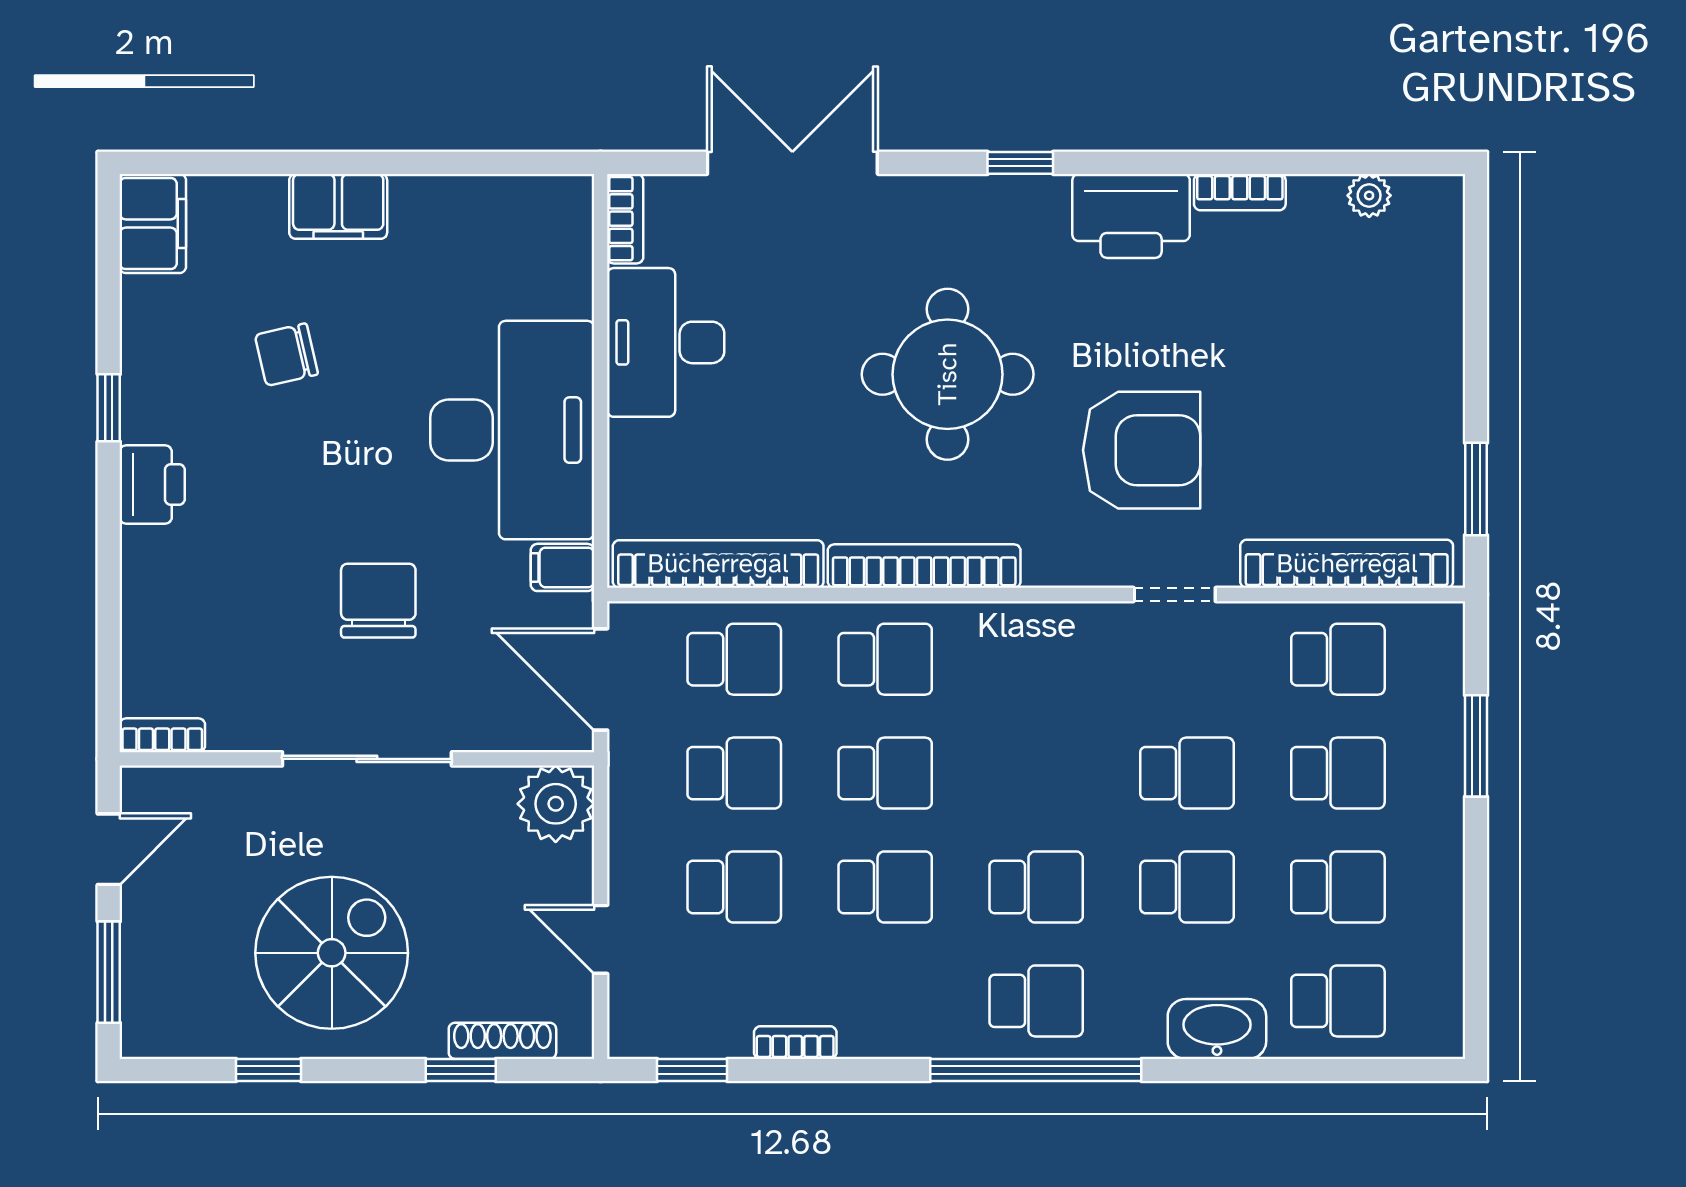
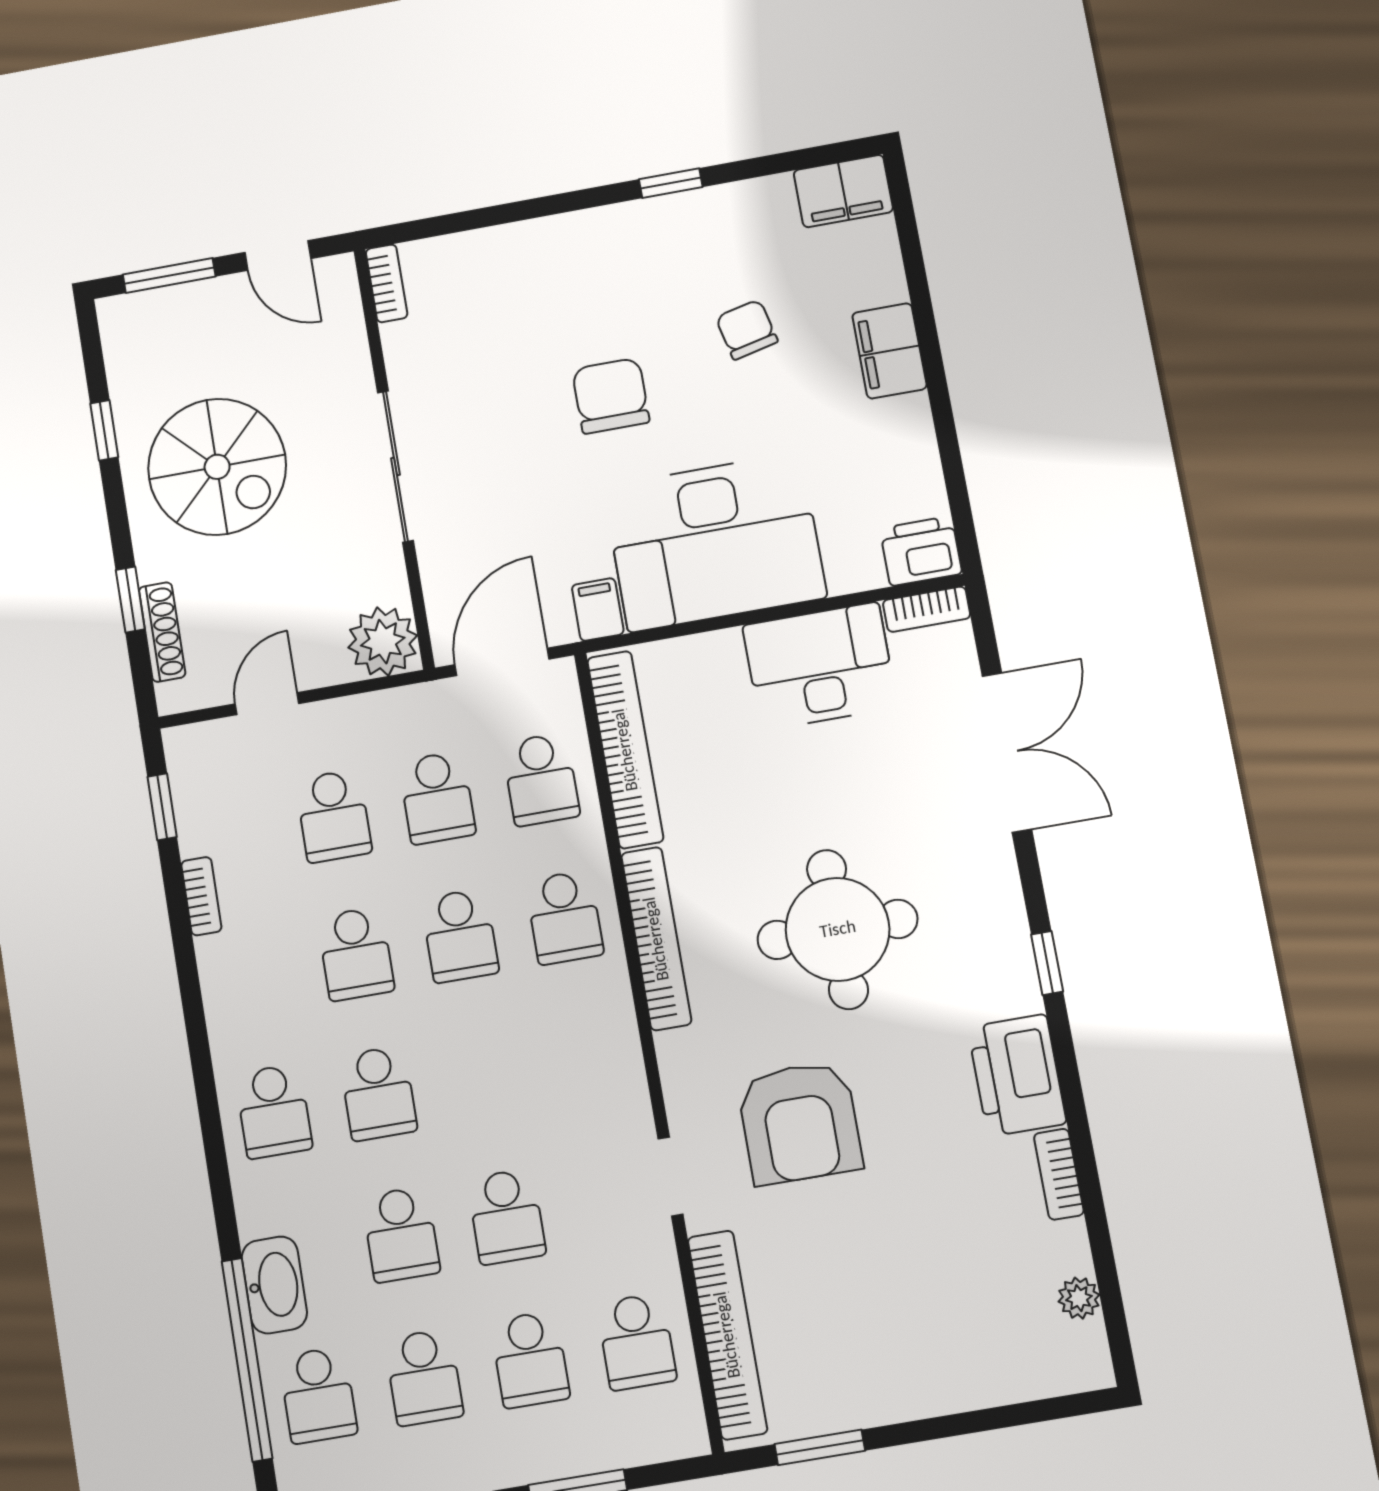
printer: (152, 485) -> (921, 551), moved, turned 180
chair: (378, 601) -> (611, 396), moved, turned -90
window: (1036, 1070) -> (247, 1360), moved

